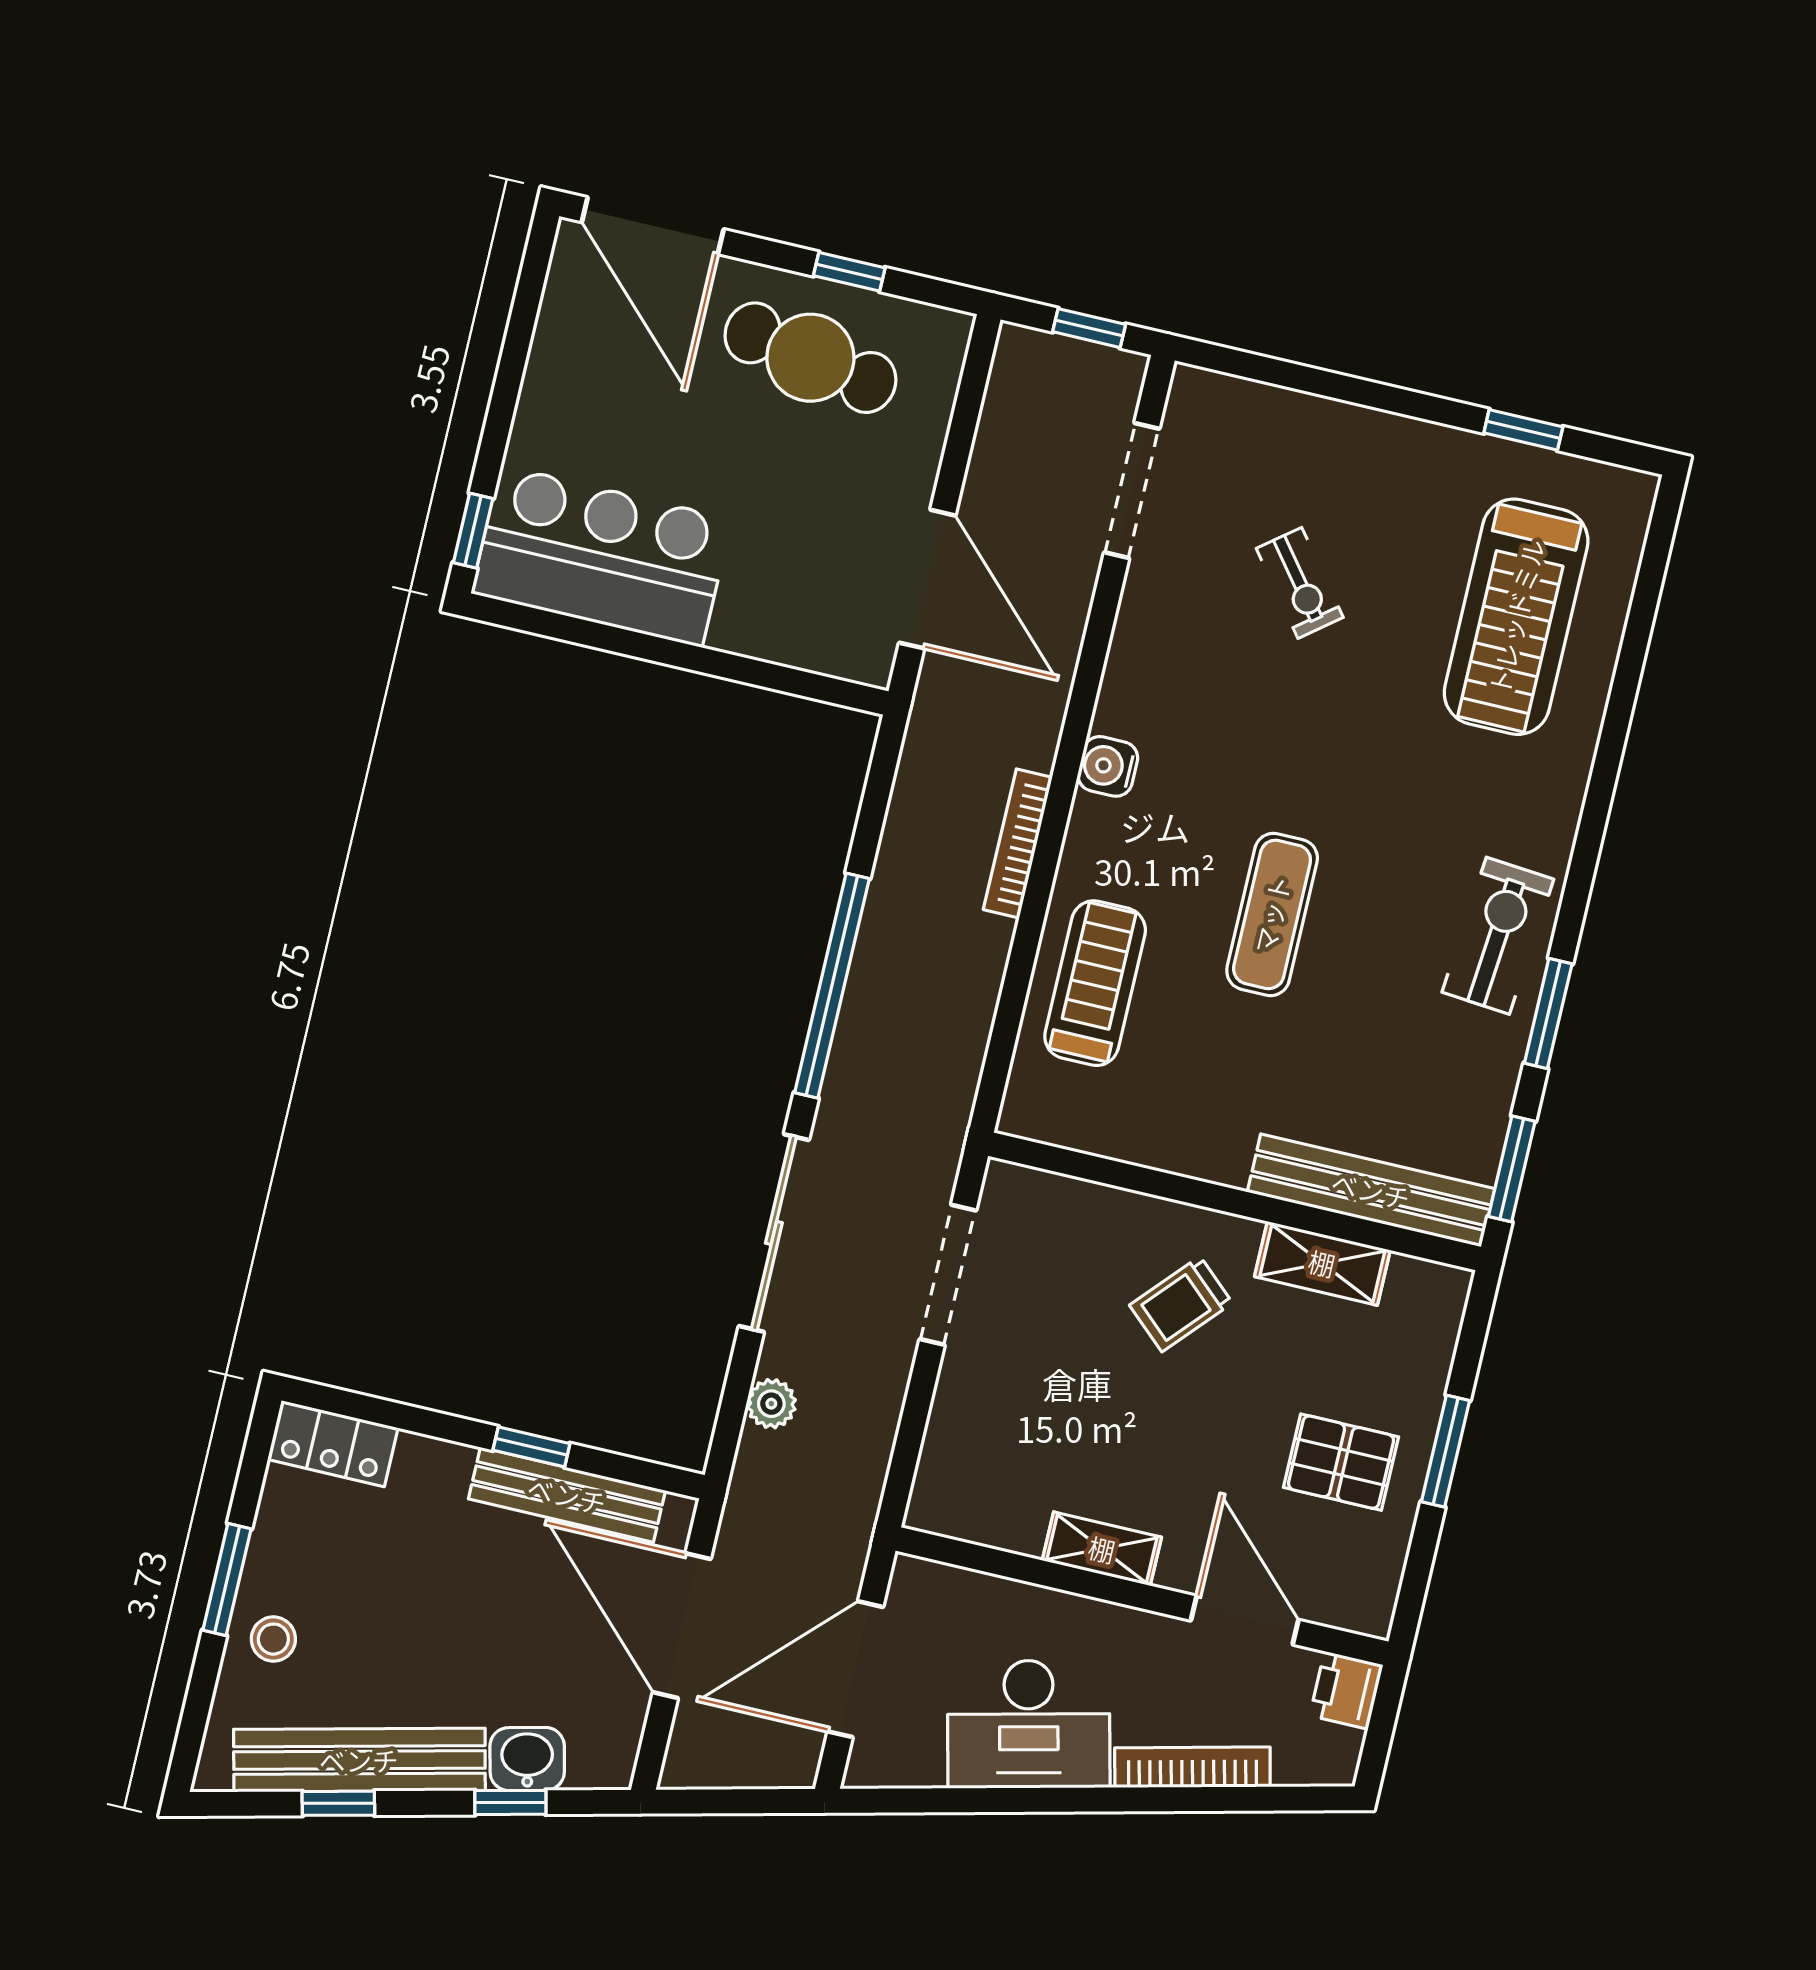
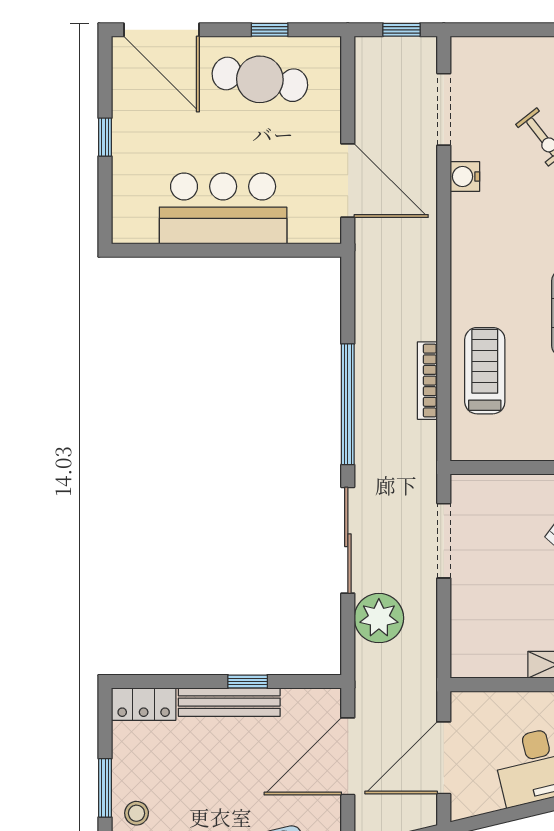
window: (473, 531) -> (105, 137), moved
bar counter: (602, 556) -> (223, 208), moved
water cooler: (1108, 766) -> (465, 177), moved
bookcase: (1018, 843) -> (427, 381), moved
plant: (771, 1404) -> (379, 618), width x1.88, depth x1.88
bench: (567, 1495) -> (229, 702), moved
door: (682, 1626) -> (348, 756), hinge flipped

